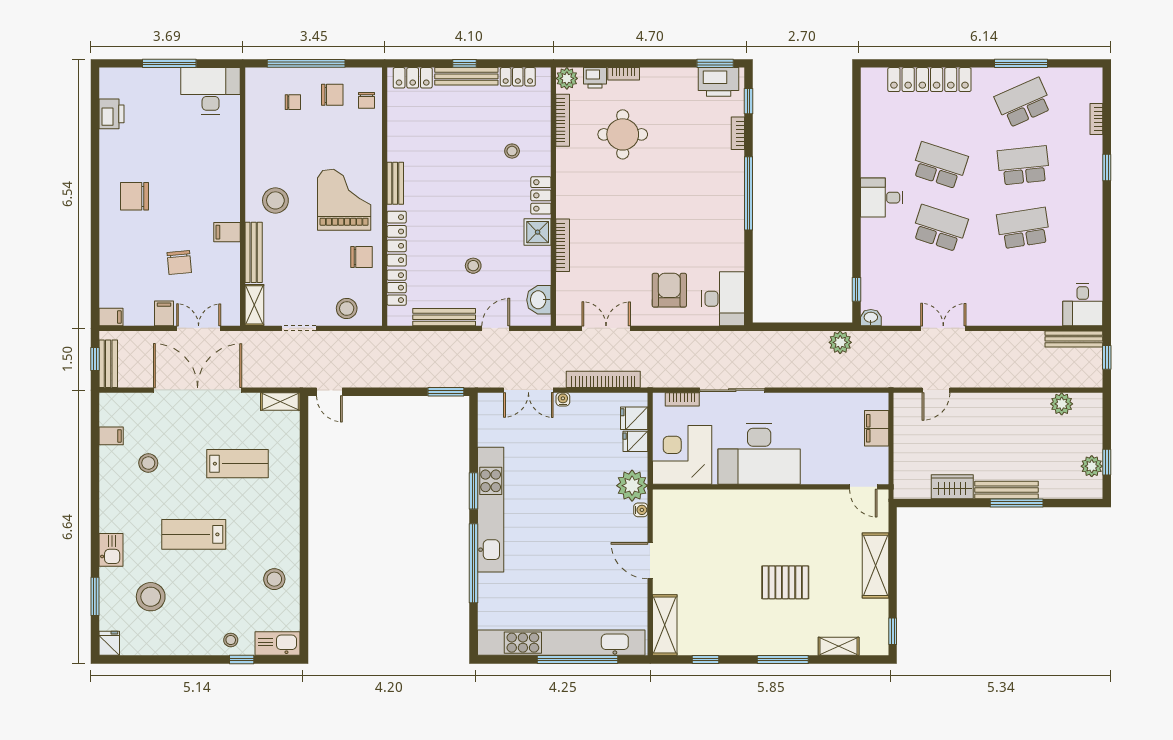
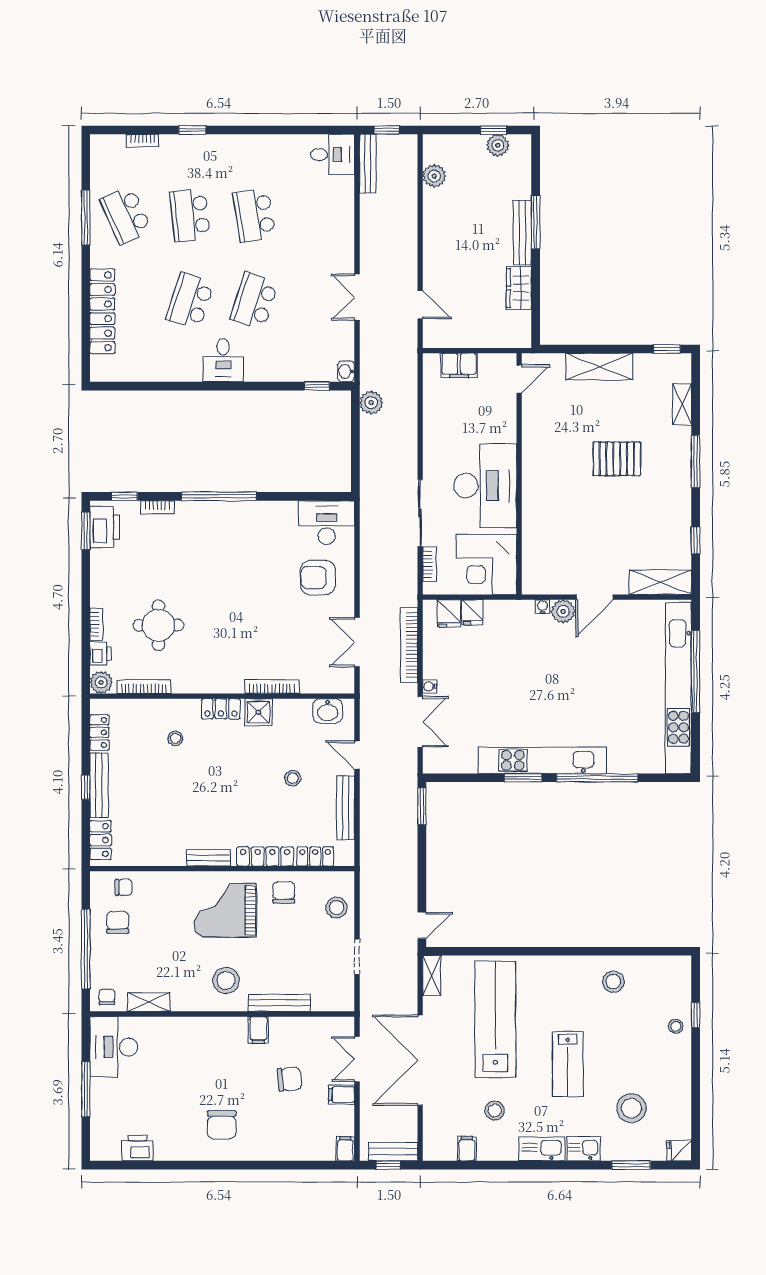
chair: (293, 102) -> (107, 997), moved
shelving: (254, 305) -> (149, 1002), moved
lab bench: (238, 464) -> (495, 1019), width x1.86, depth x1.39
plant: (632, 486) -> (563, 611), moved, width x0.73, depth x0.73
pallet: (785, 582) -> (617, 459), turned 90
kitchen sink: (278, 643) -> (542, 1149), moved, turned 90

